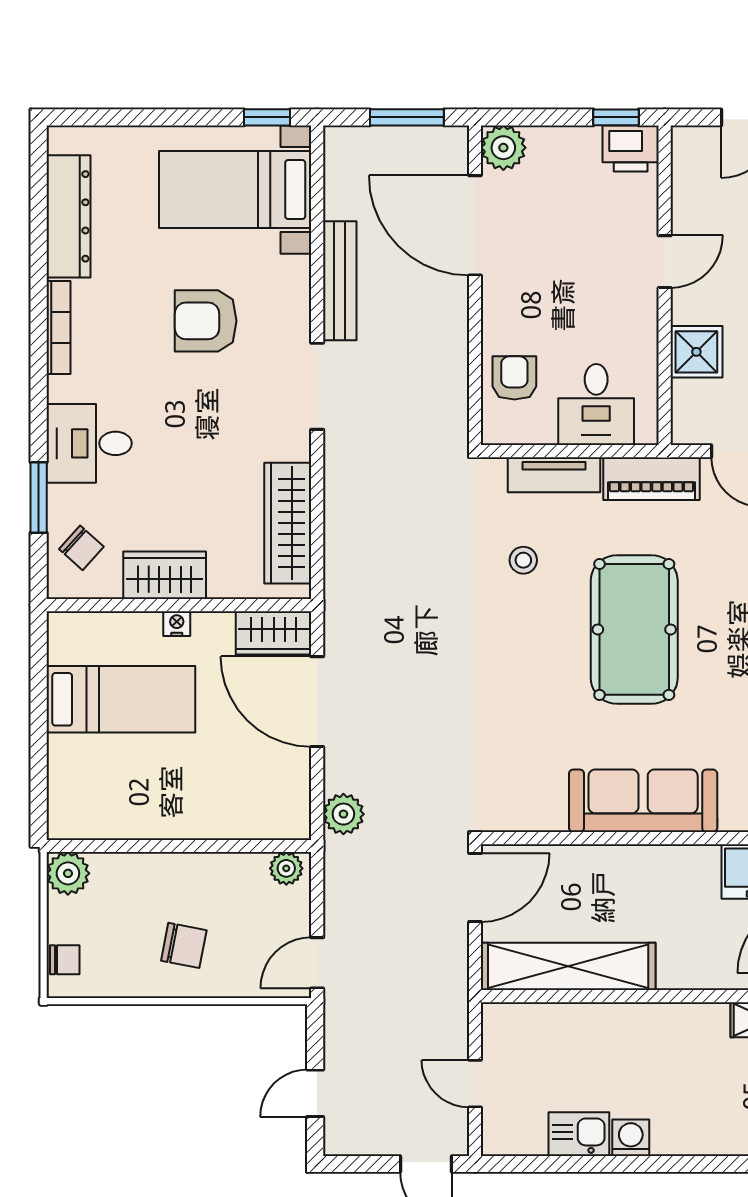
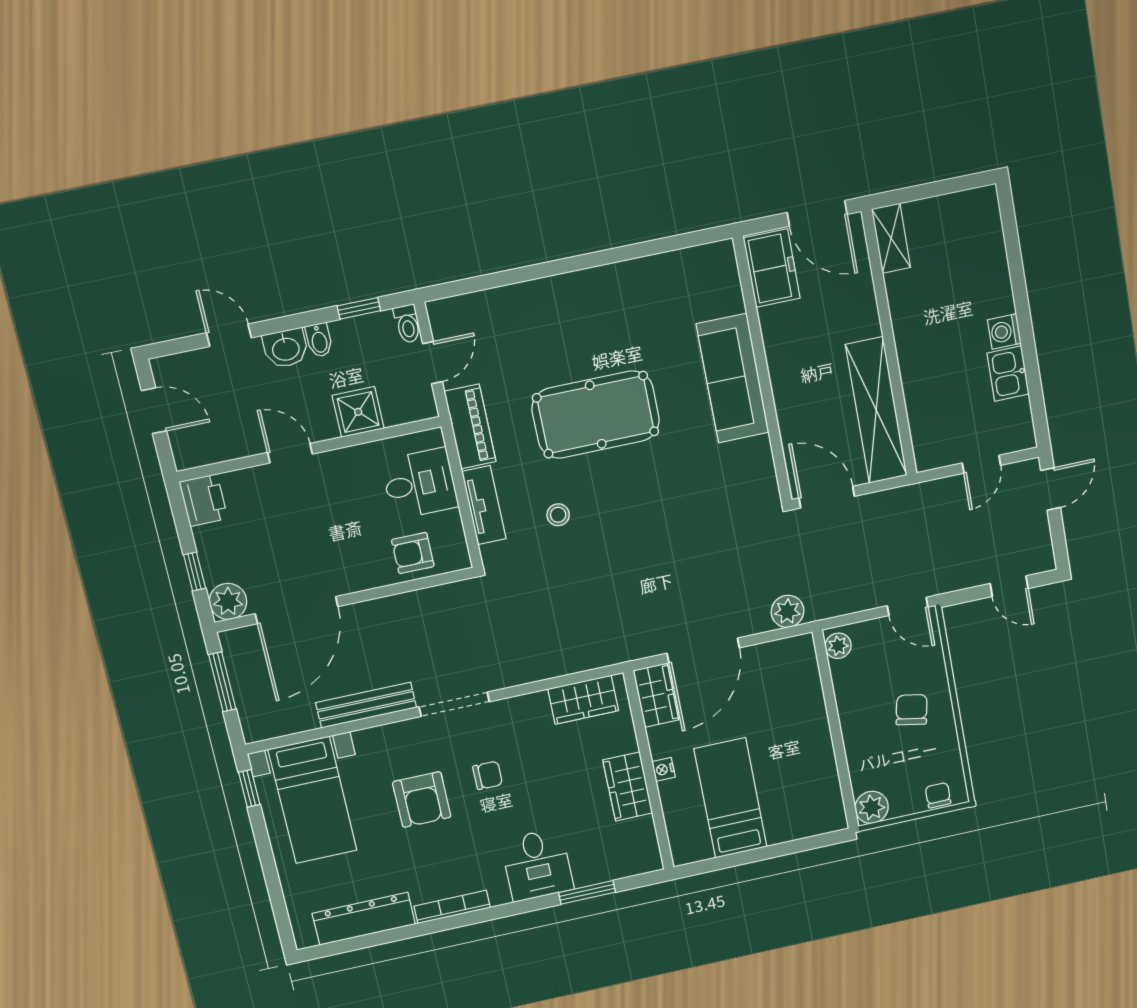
window: (616, 117) -> (195, 572), moved
wardrobe: (288, 523) -> (583, 700), width x0.67
chair: (81, 548) -> (488, 775), moved, turned 48

